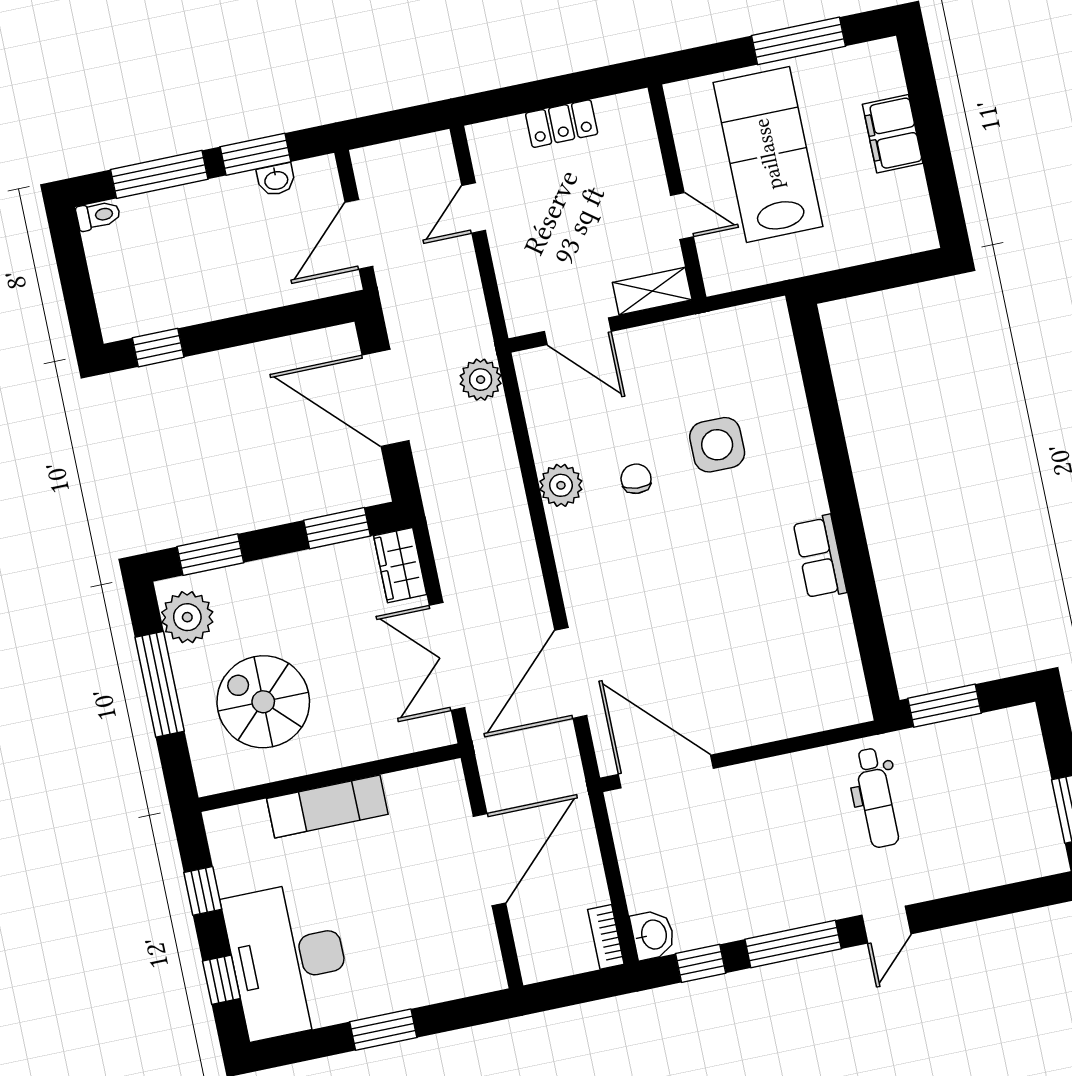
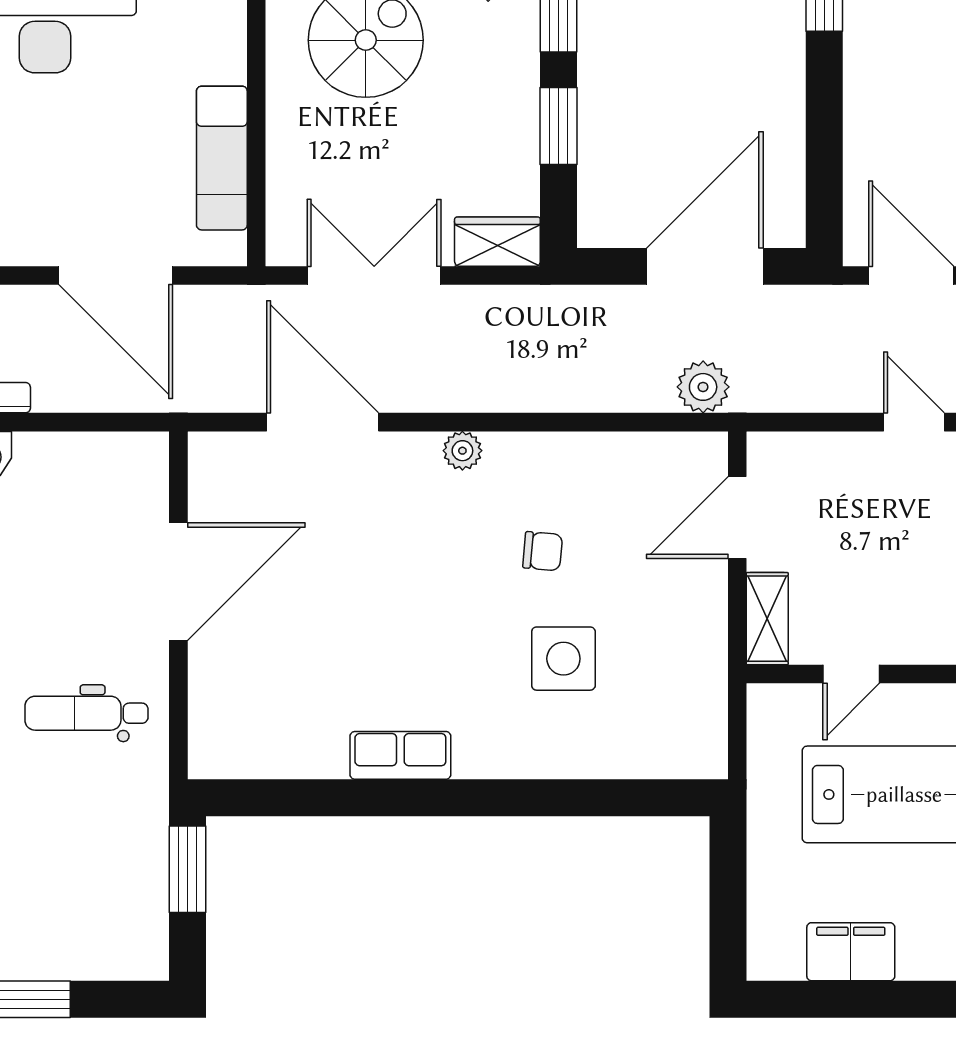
filing cabinet: (893, 134) -> (851, 952), moved
plant: (561, 485) -> (462, 451), moved, width x0.73, depth x0.73
window: (337, 528) -> (559, 126), moved
door: (666, 771) -> (178, 582), moved
dental chair: (876, 798) -> (86, 713), moved
exam couch: (327, 806) -> (222, 158), moved

